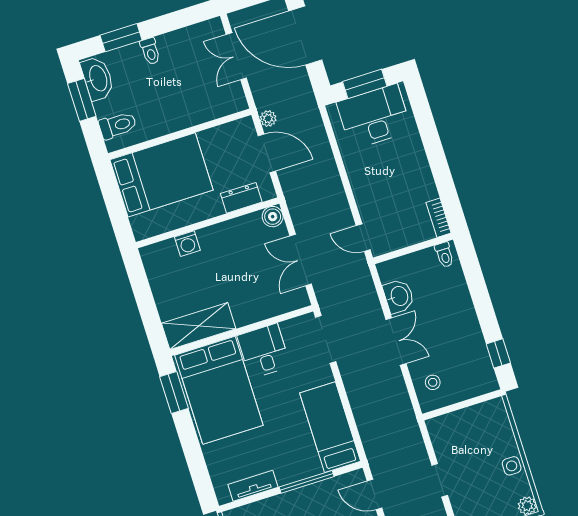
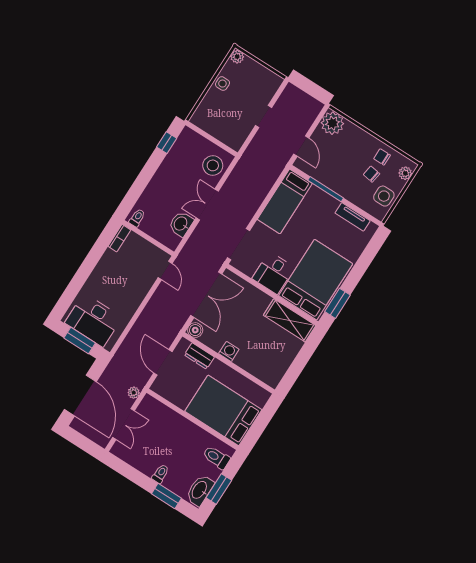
plant: (268, 118) -> (134, 393), moved
washing machine: (187, 244) -> (229, 351), moved
double door: (301, 260) -> (206, 295), width x1.37
stool: (433, 382) -> (213, 165), width x1.89, depth x1.89

